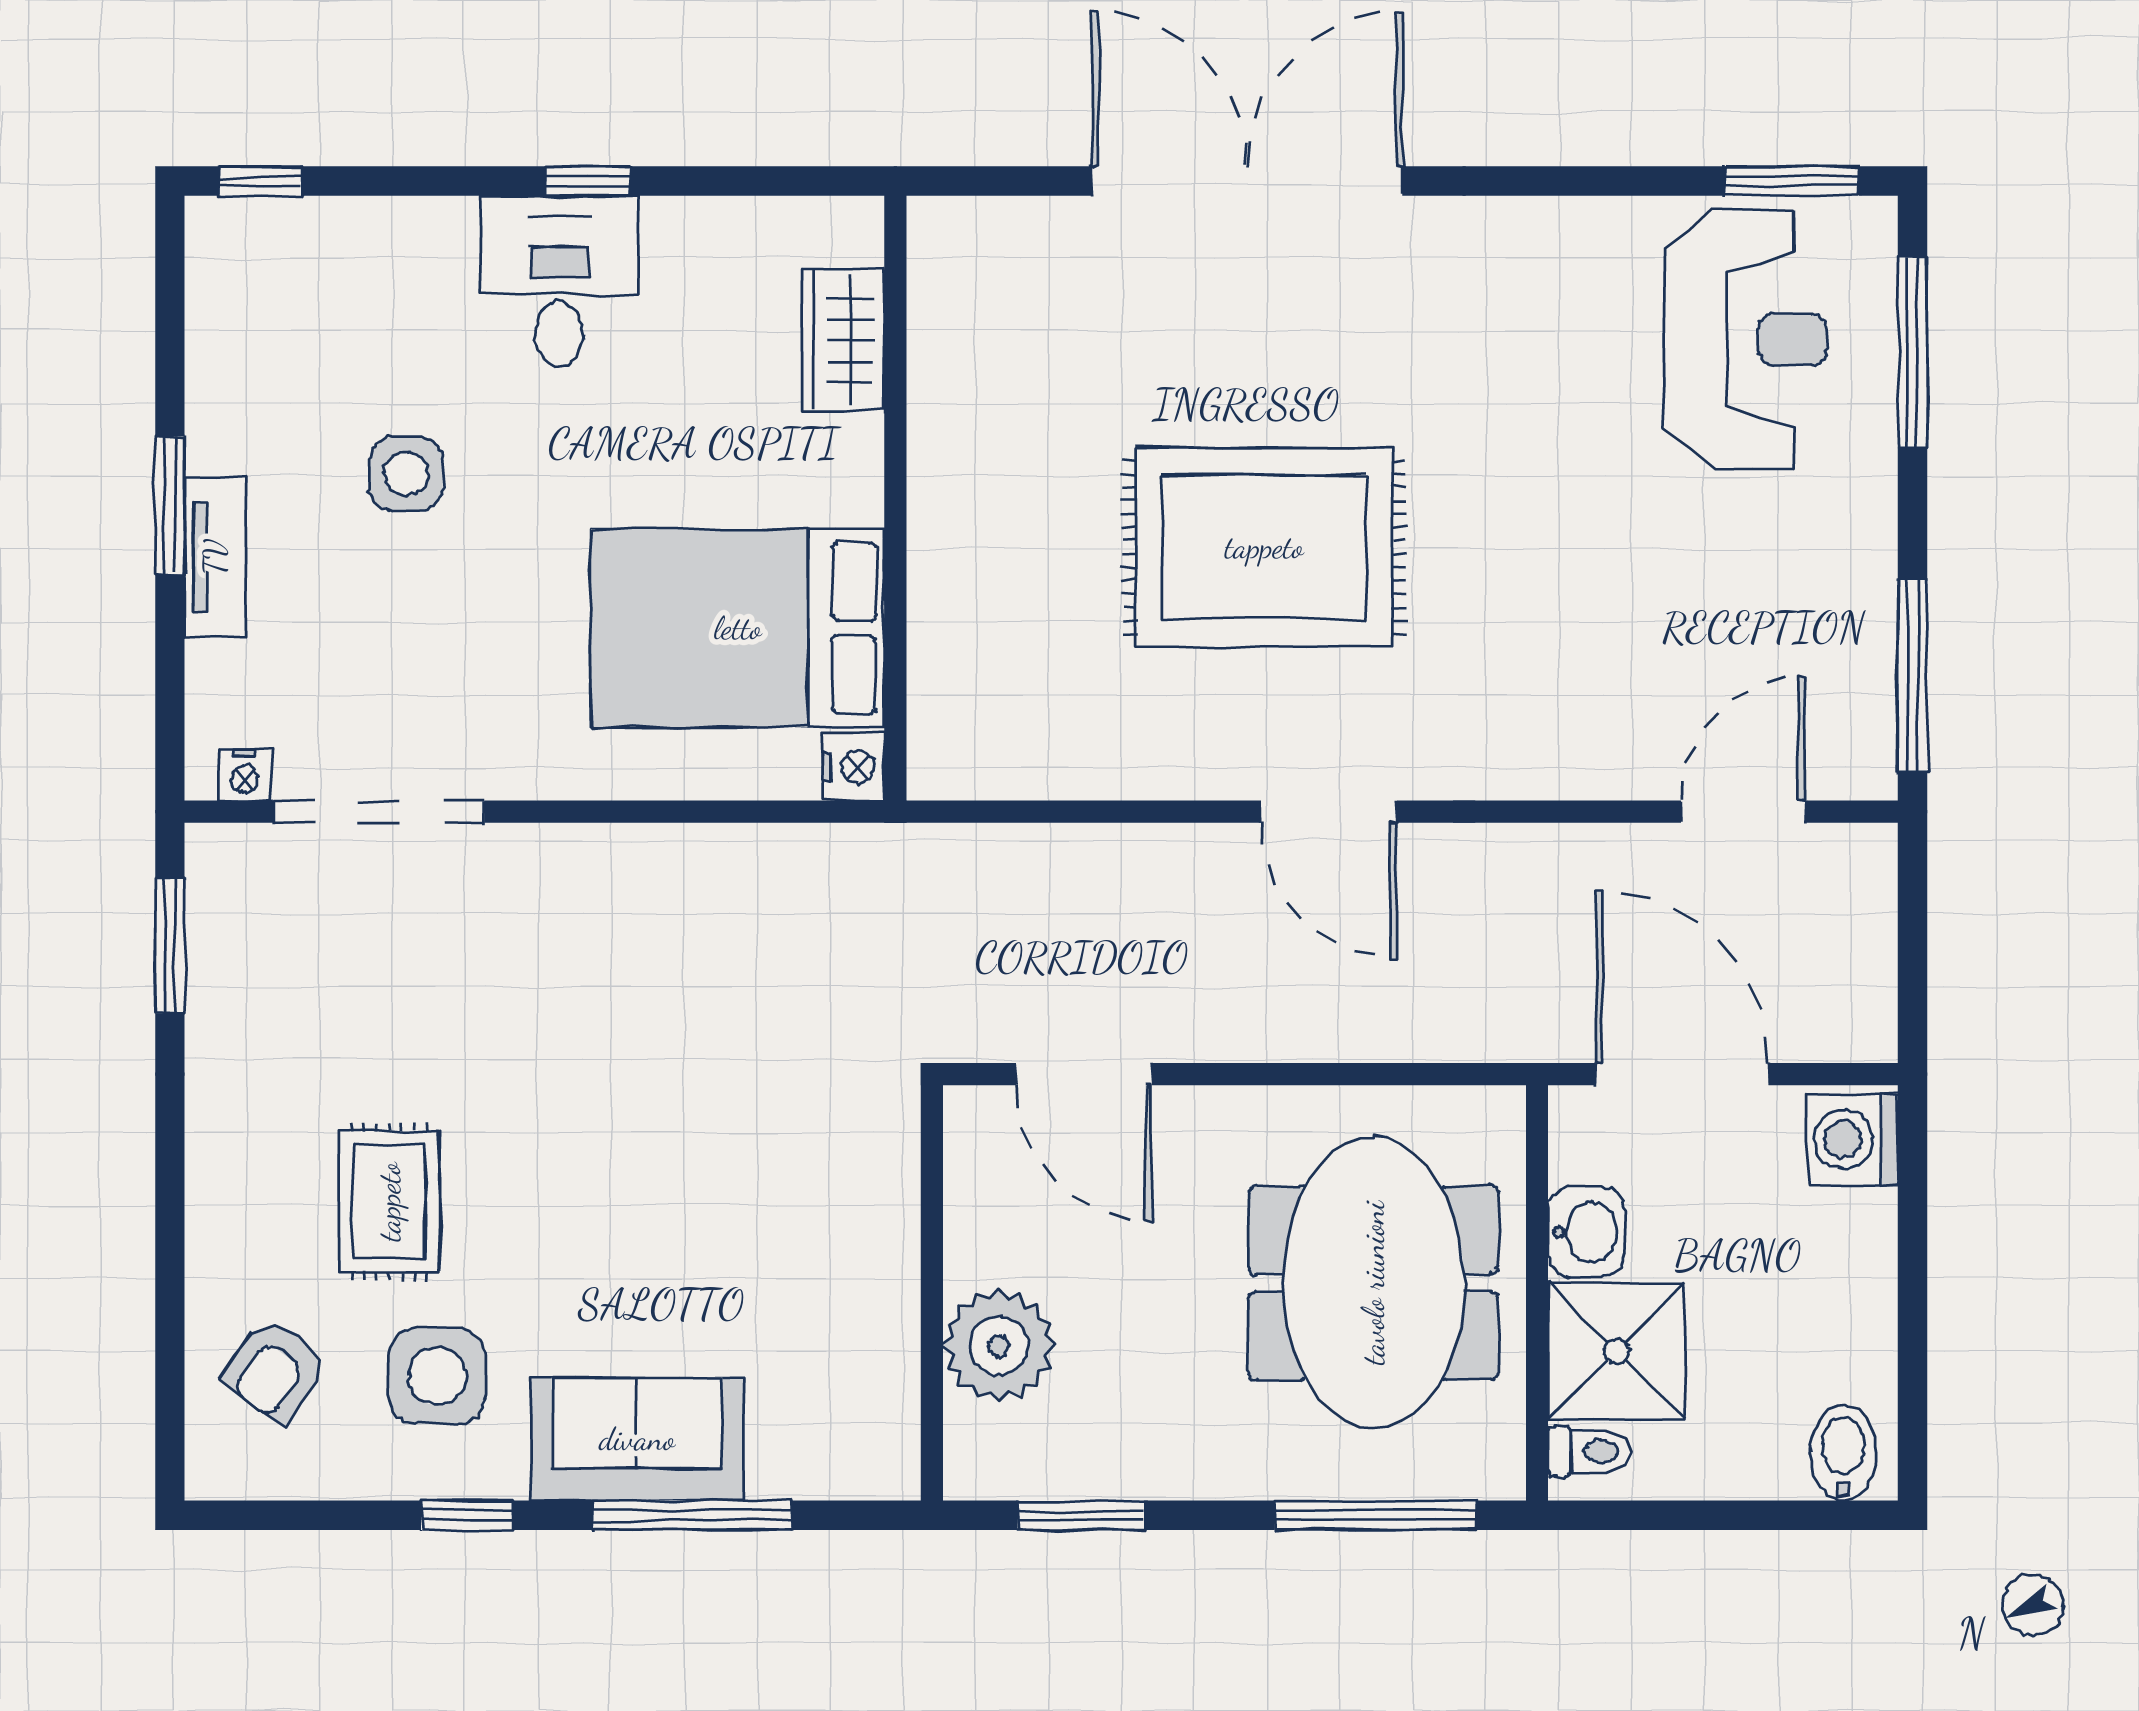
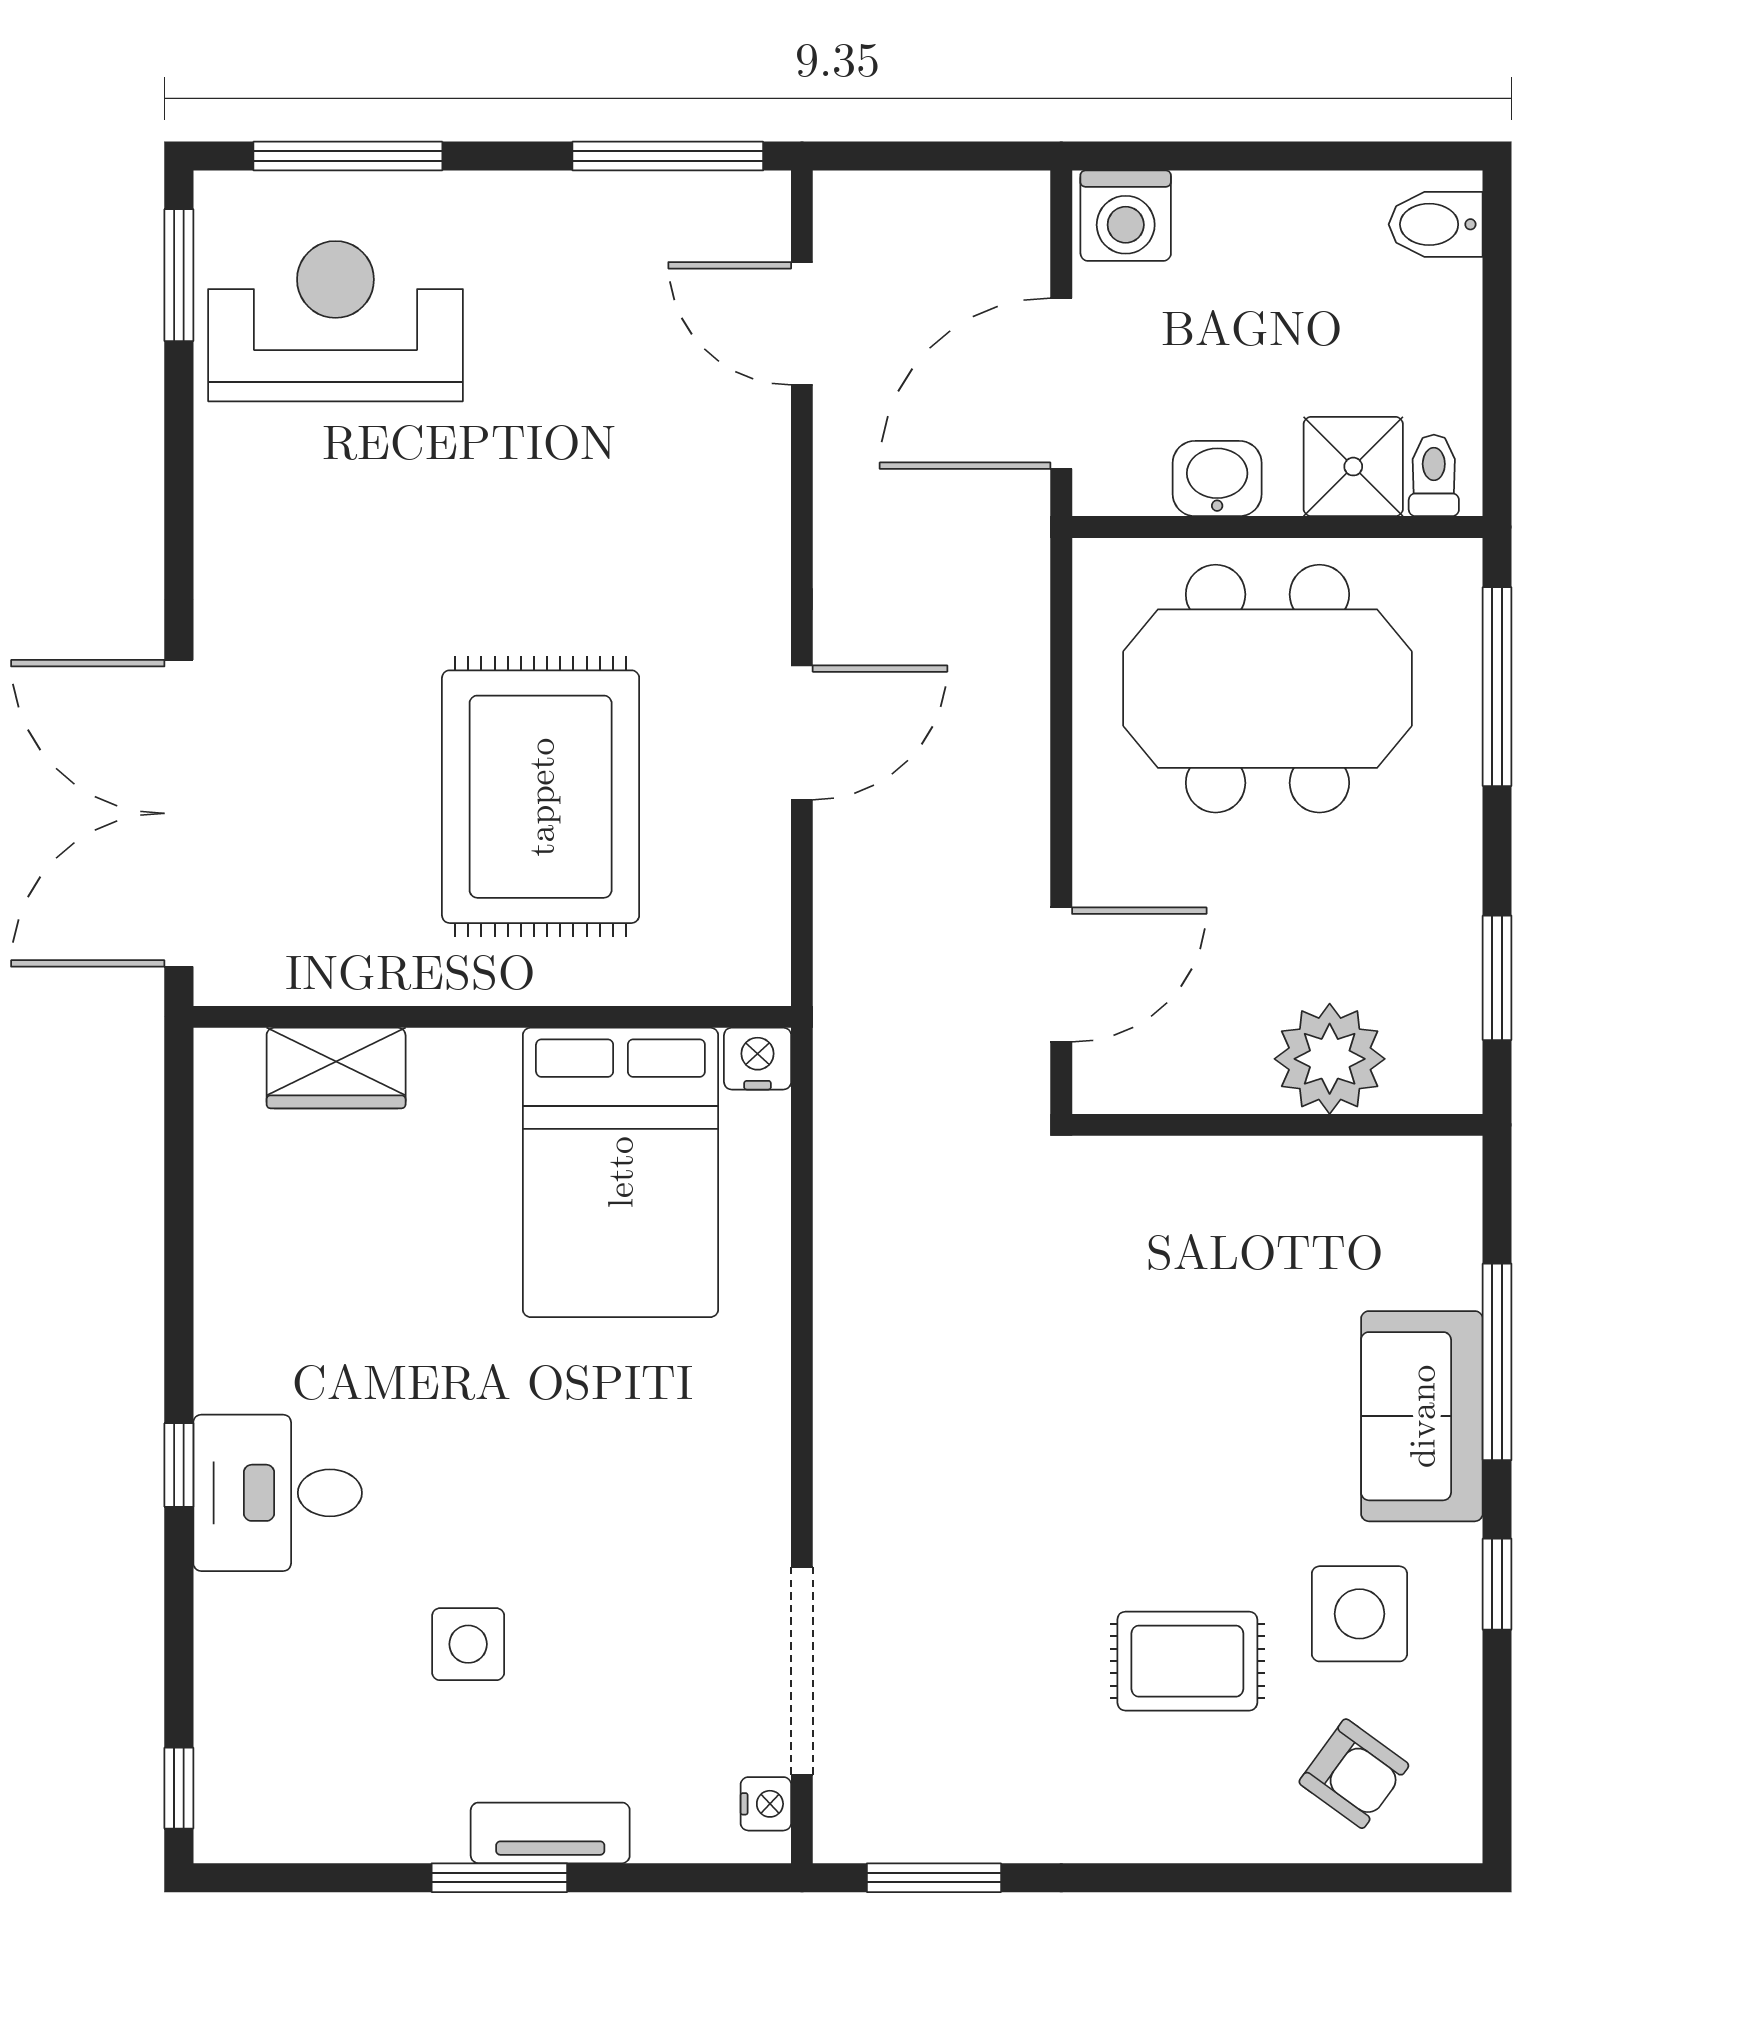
wardrobe: (844, 340) -> (336, 1068), moved
wall: (895, 498) -> (492, 1017), moved
bed: (738, 628) -> (620, 1172), moved
nightstand: (853, 767) -> (758, 1059), moved
shower: (1617, 1351) -> (1353, 467), width x0.73, depth x0.73

